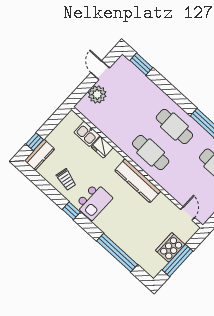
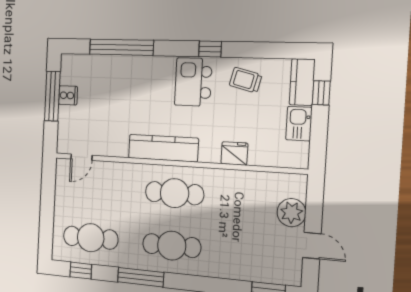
kitchen sink: (87, 134) -> (299, 124), moved, turned -90
door: (188, 214) -> (81, 157), hinge flipped
cooker: (170, 247) -> (68, 95), width x0.53, depth x0.76

